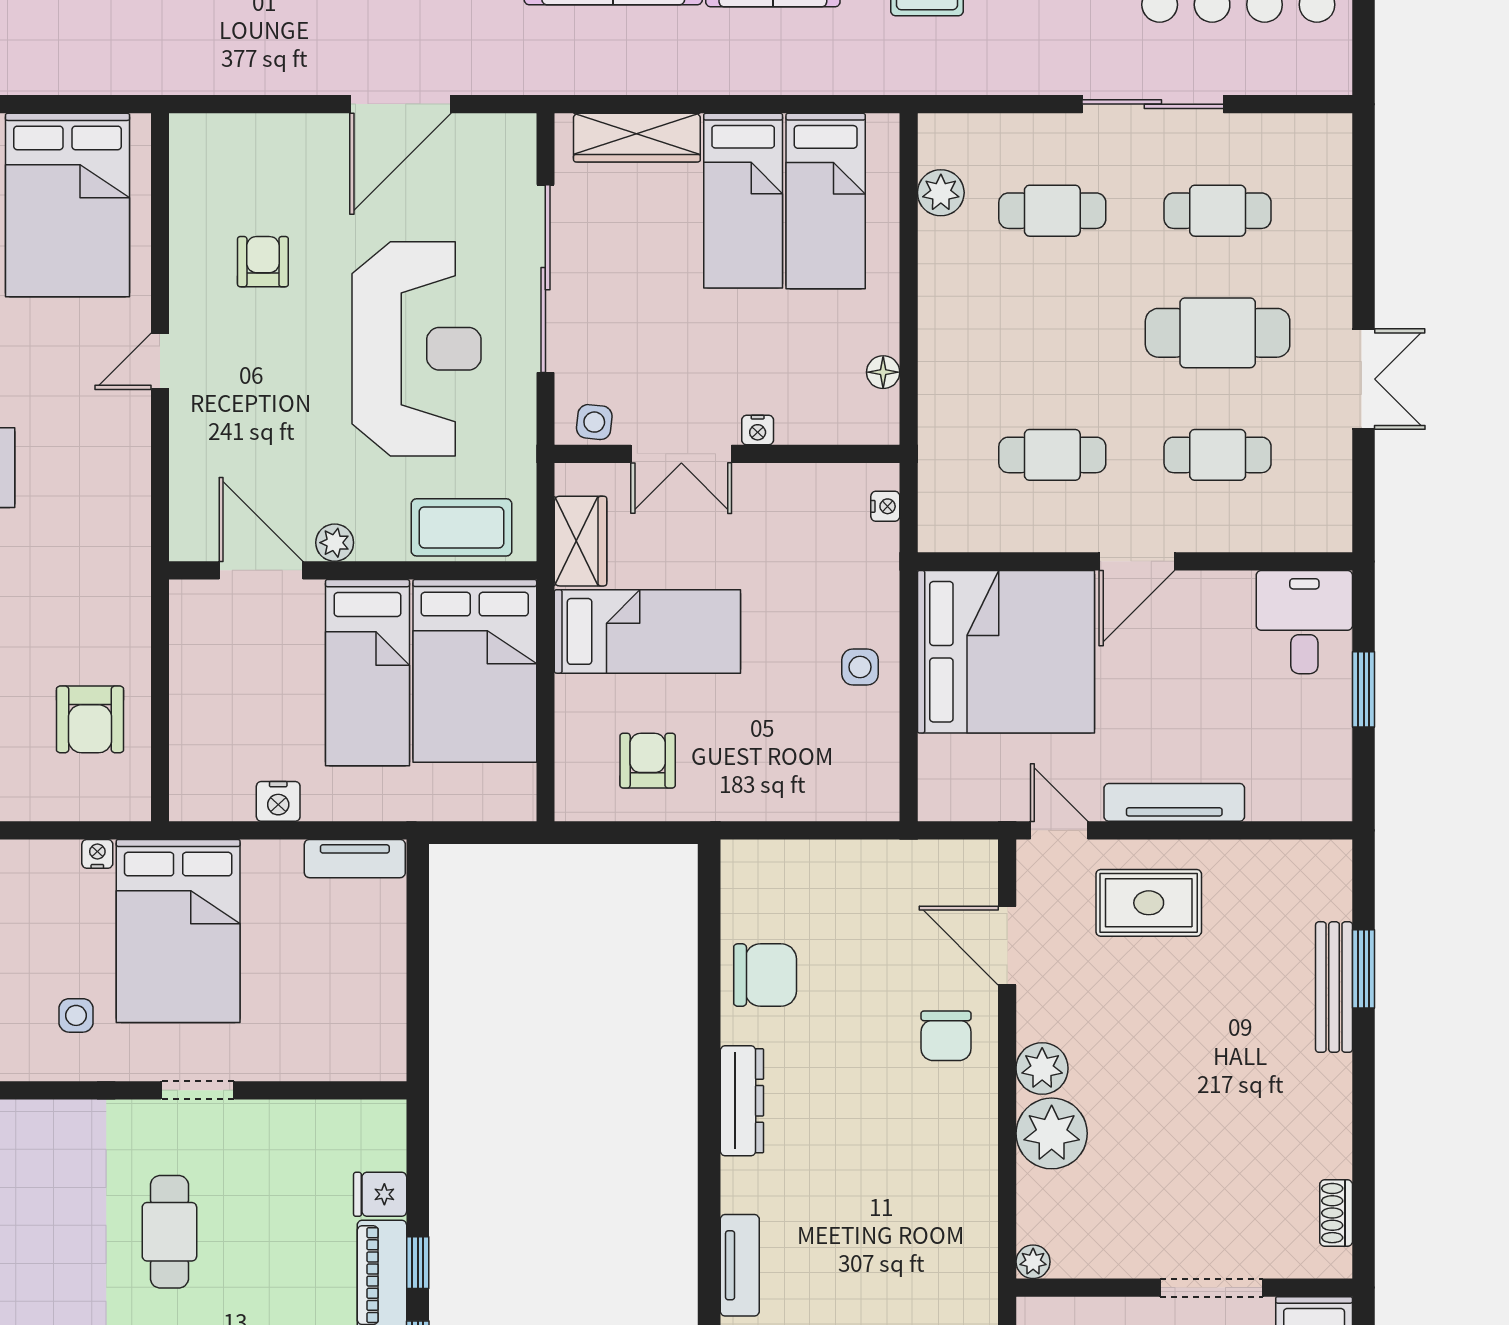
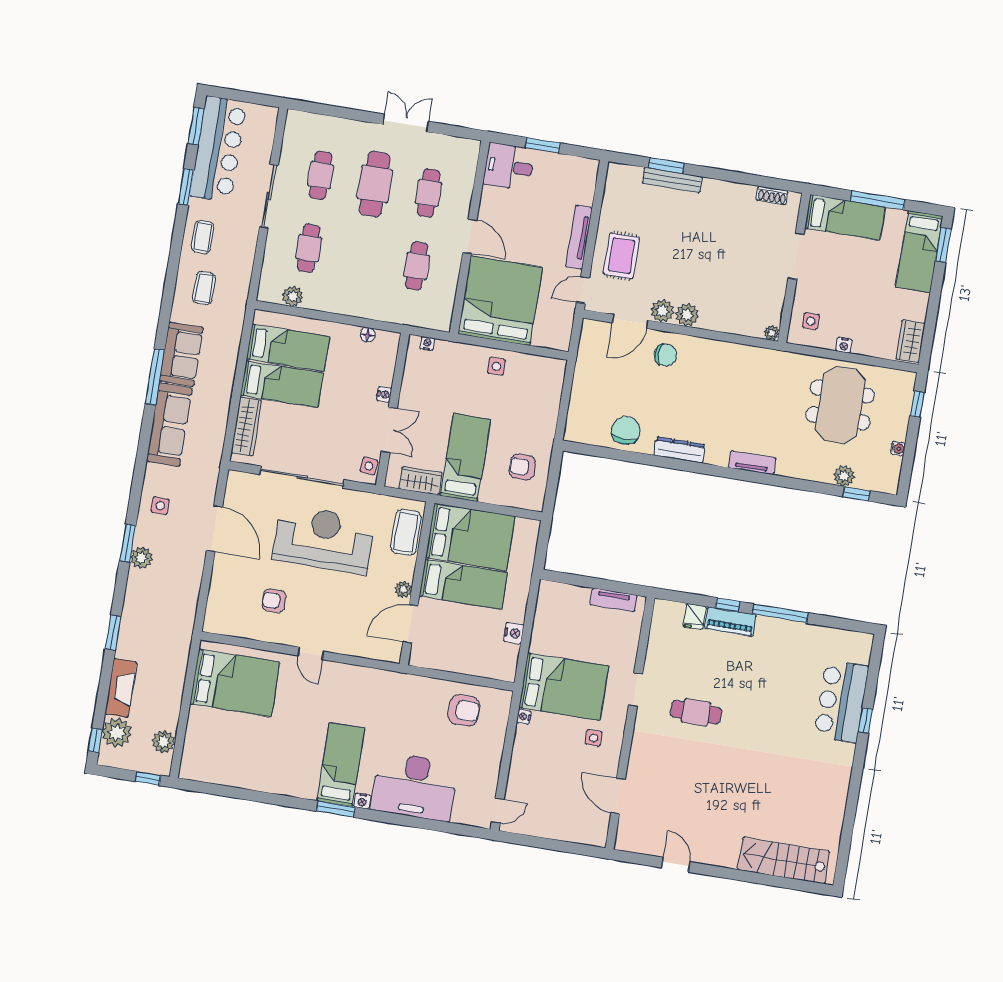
tv unit: (355, 859) -> (613, 600), moved, turned 90
plant: (1052, 1133) -> (662, 311), moved, width x0.73, depth x0.73

